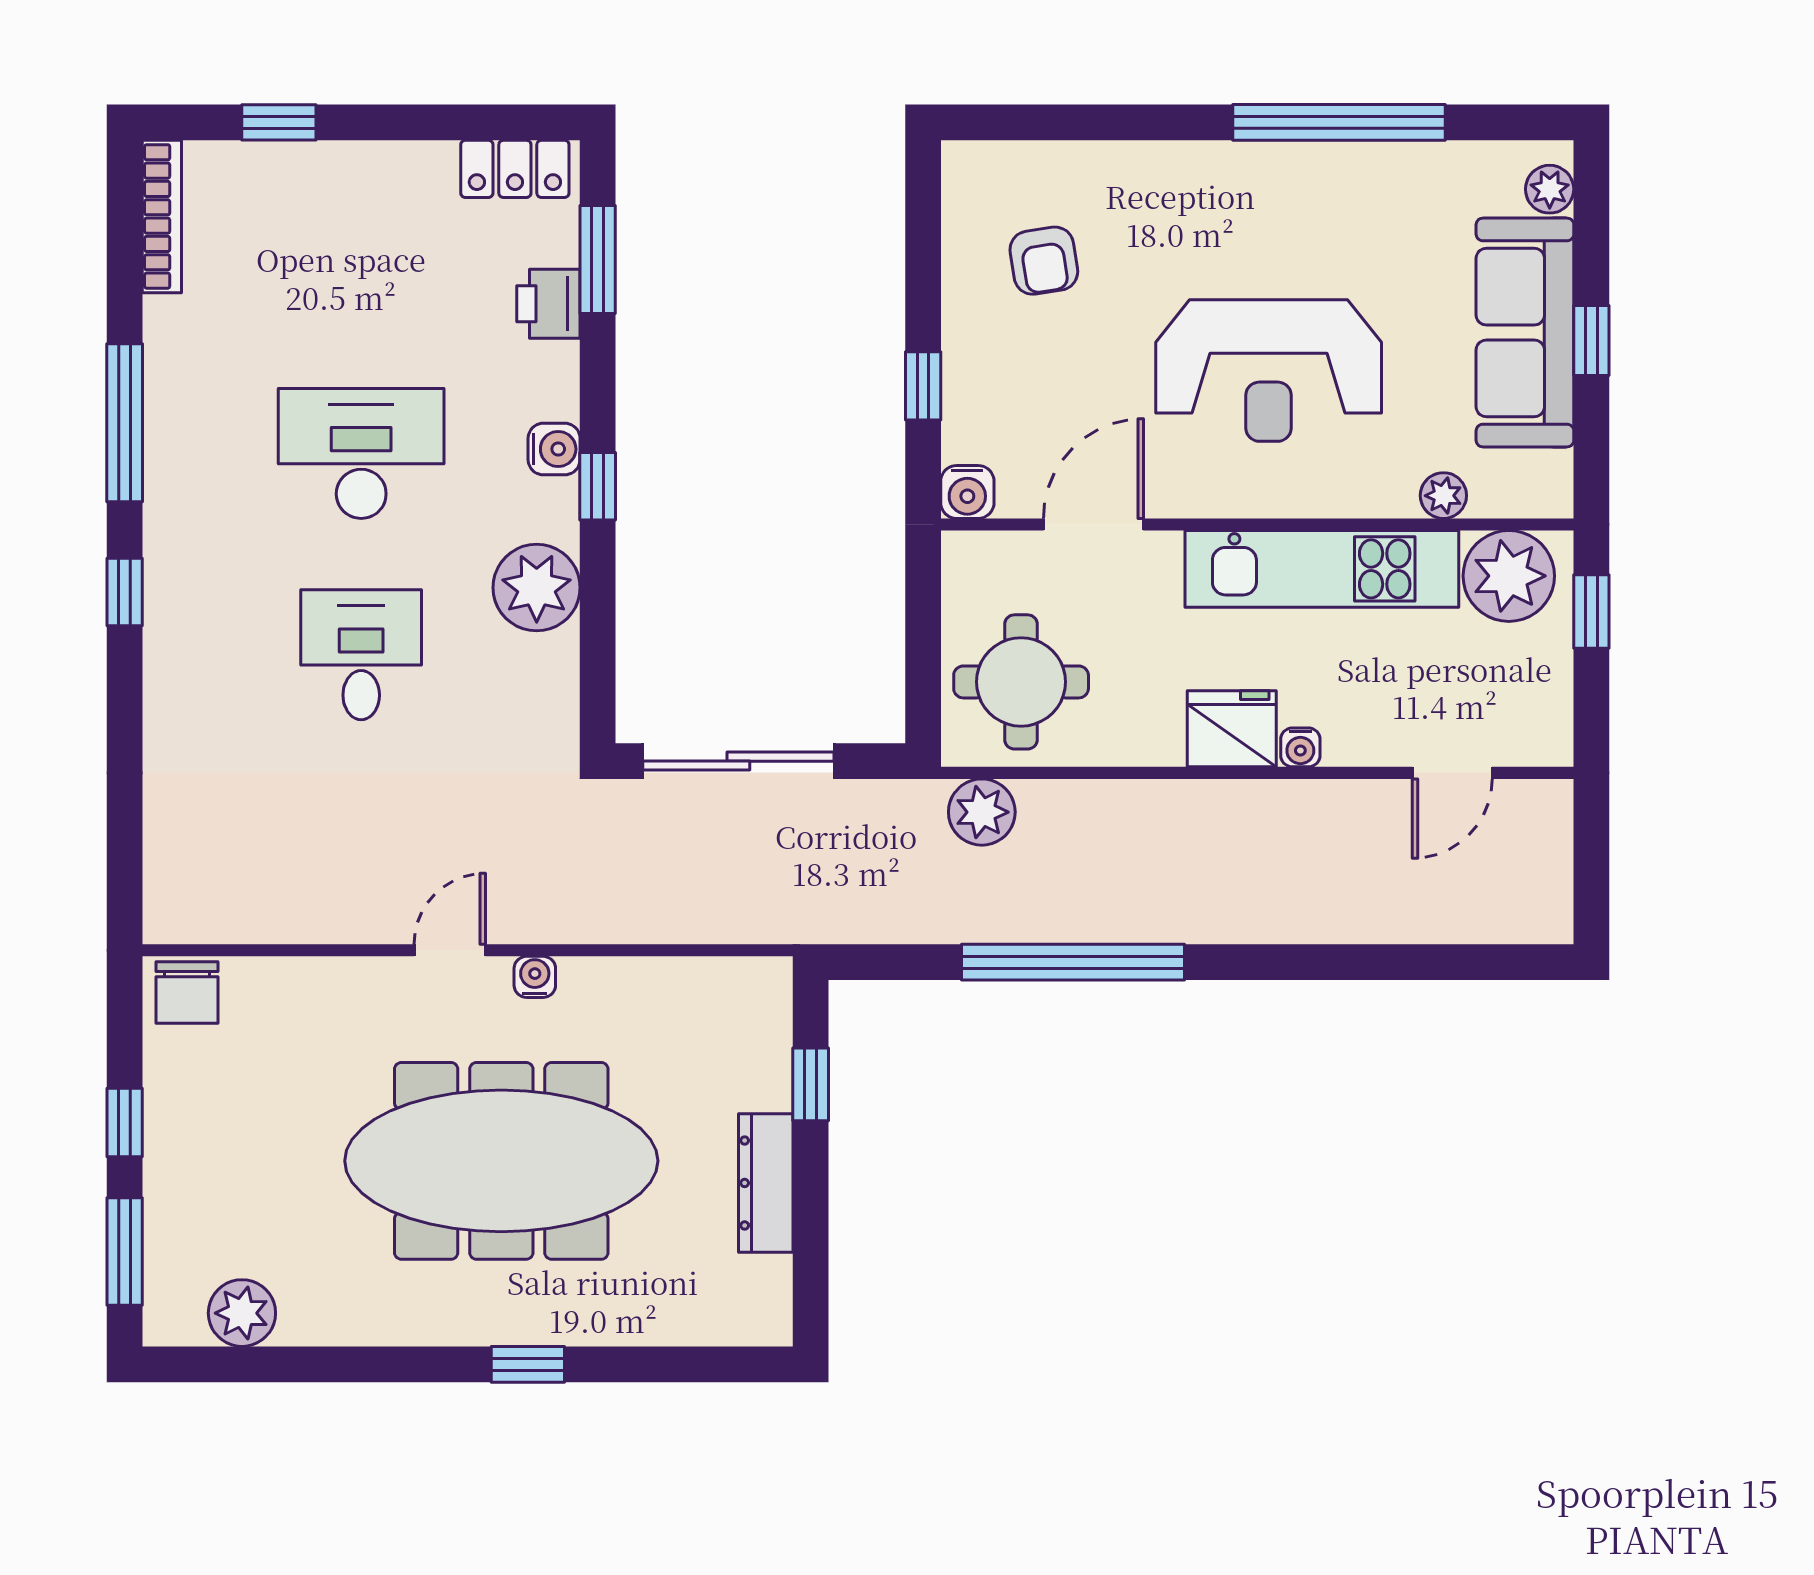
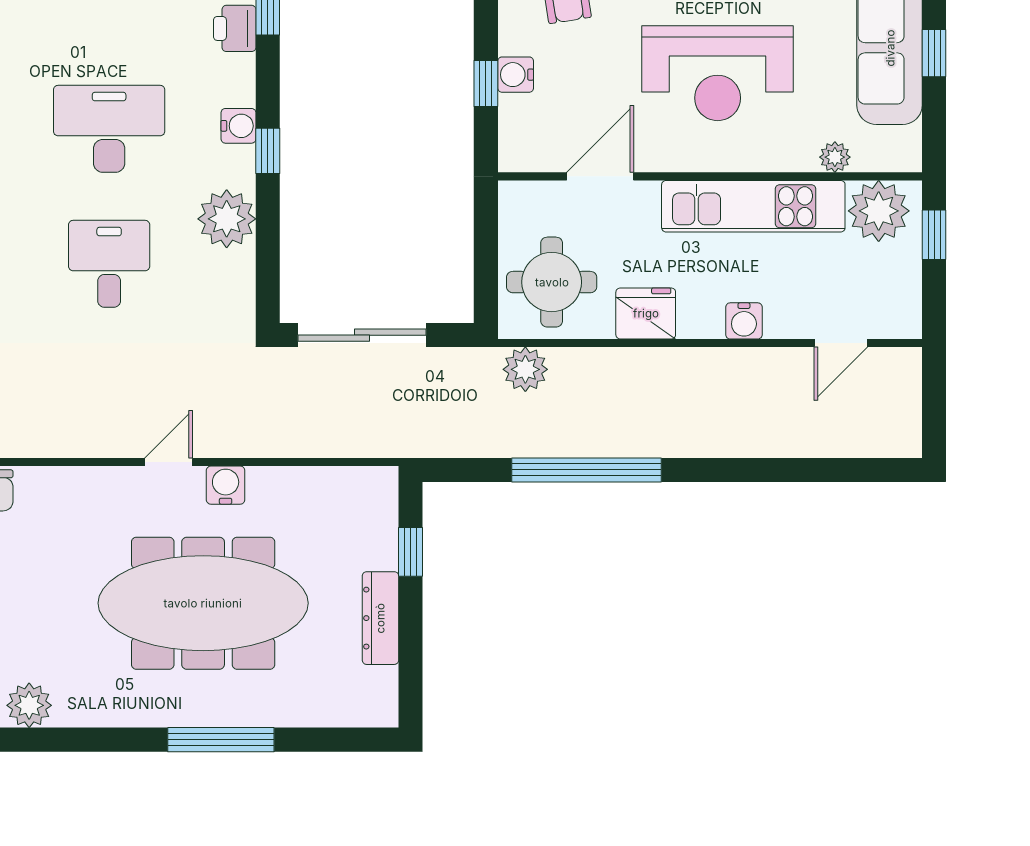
water cooler: (967, 492) -> (516, 75), moved, turned 90
fridge: (1232, 729) -> (646, 313), moved
water cooler: (1300, 747) -> (744, 321), width x1.38, depth x1.38
water cooler: (535, 977) -> (226, 485), width x1.38, depth x1.38
window: (528, 1364) -> (221, 740), width x2.17

